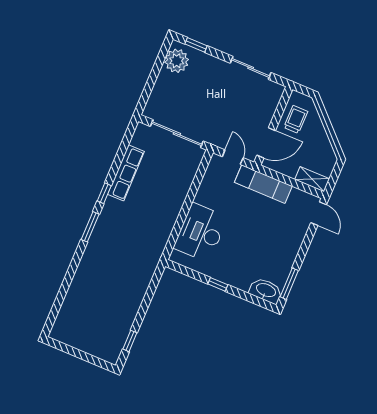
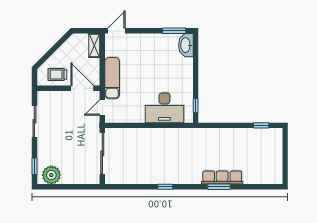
row of seats: (126, 173) -> (222, 178), moved
window: (90, 227) -> (219, 187), moved
window: (218, 284) -> (196, 106), moved

